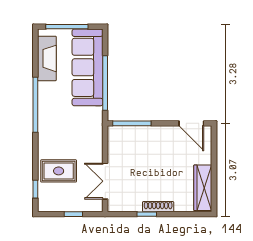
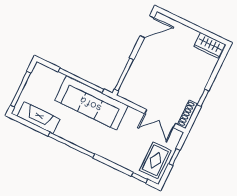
sofa: (87, 67) -> (91, 103), moved
rug: (59, 171) -> (155, 160), moved
wardrobe: (203, 188) -> (210, 45), width x0.67
shoe rack: (158, 207) -> (187, 114), moved

